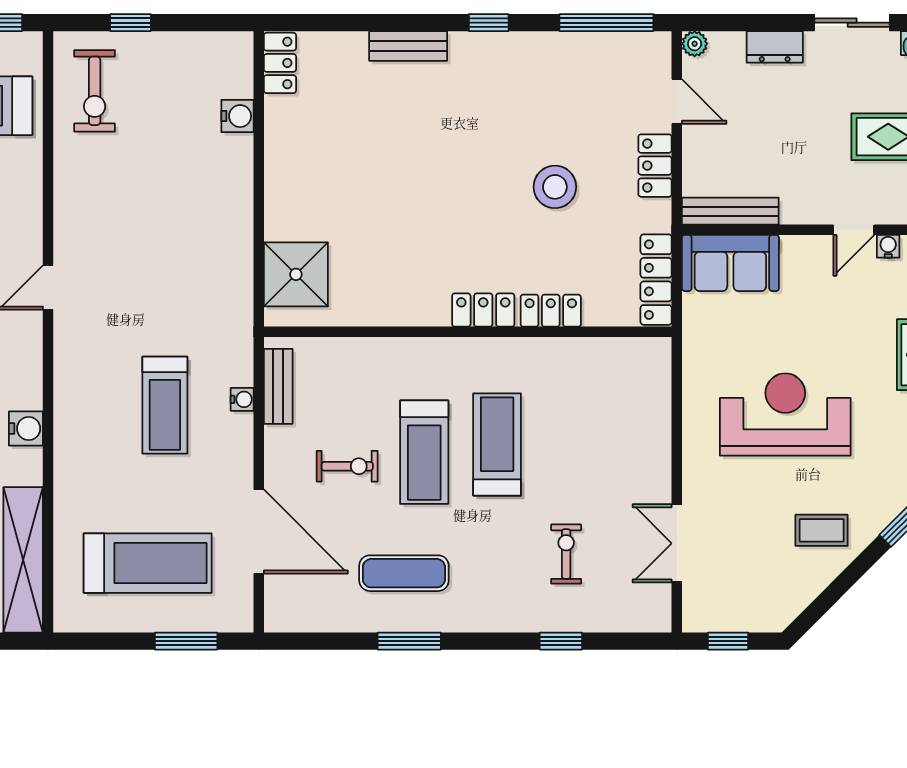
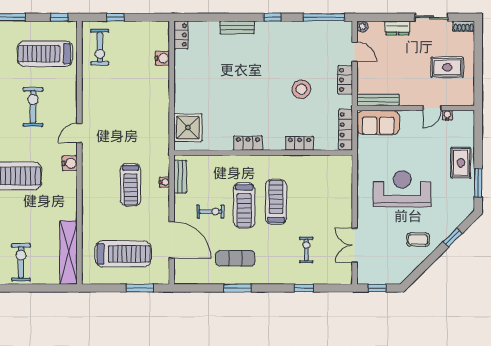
locker: (483, 310) -> (248, 143), moved
water cooler: (26, 428) -> (70, 163), moved

